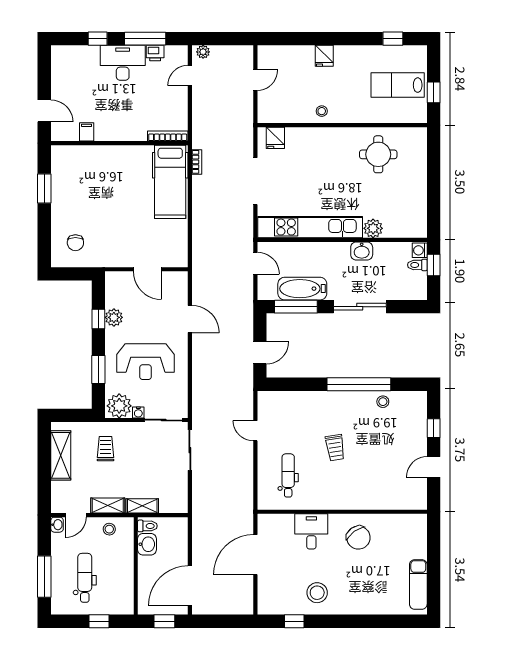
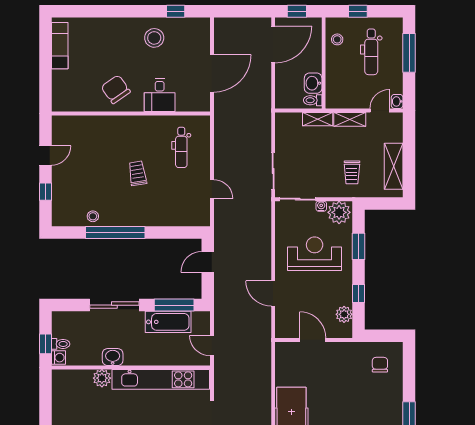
plant: (114, 317) -> (344, 314), moved
stool: (109, 529) -> (337, 39), moved

